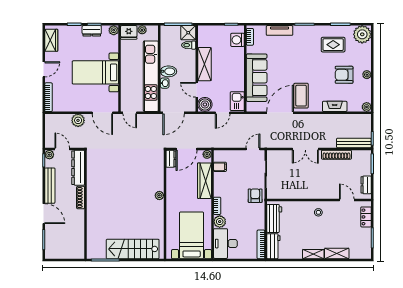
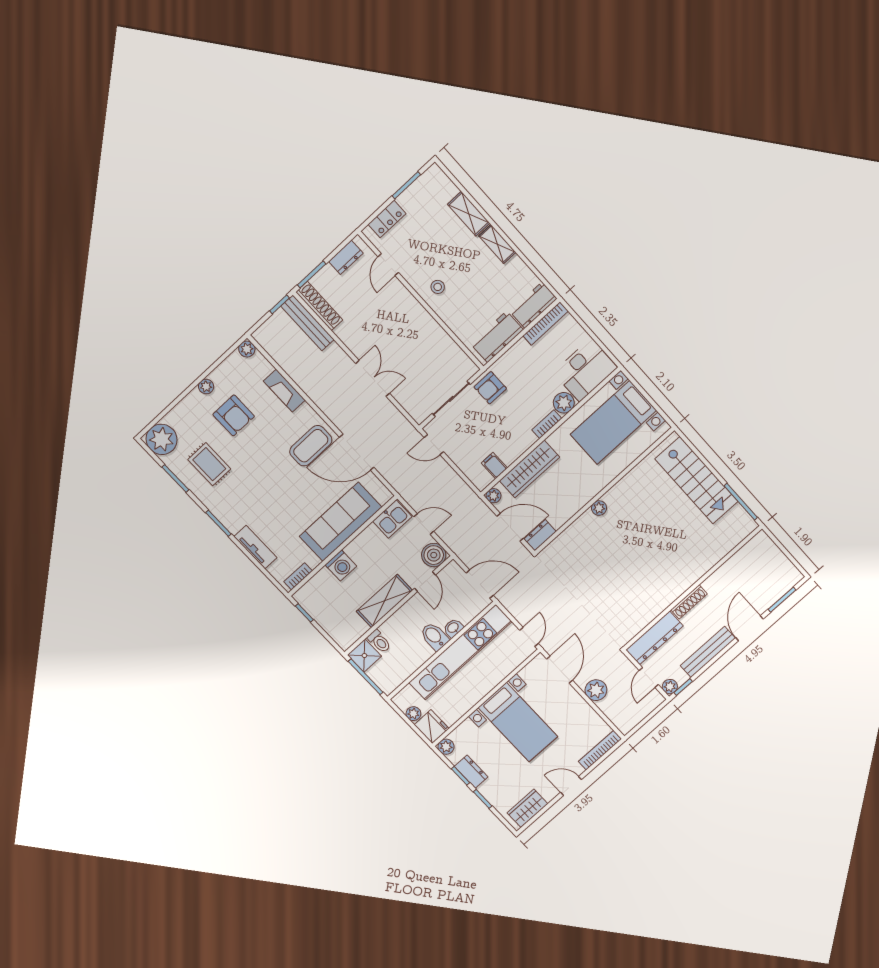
washing machine: (238, 40) -> (341, 565), moved
shoe rack: (336, 155) -> (319, 306), moved

